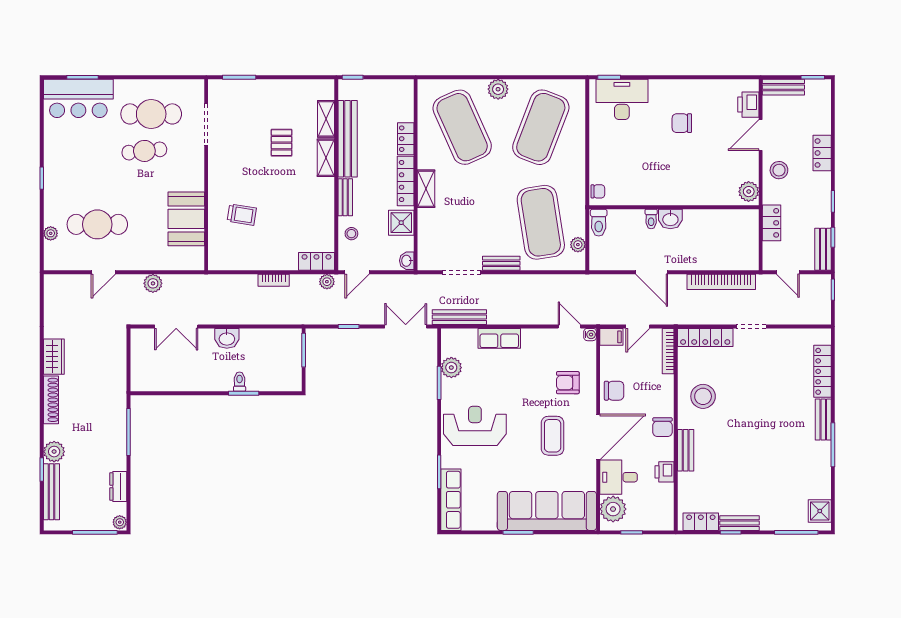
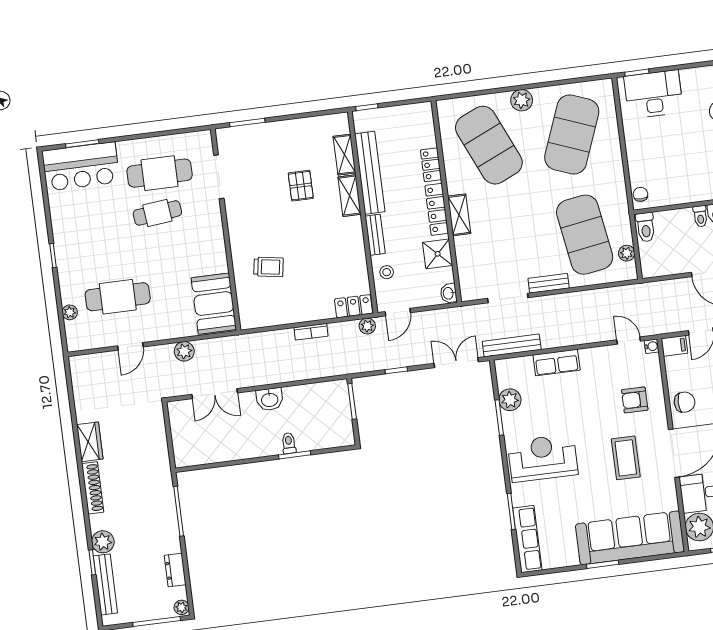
chair: (598, 191) -> (640, 194), turned -90
booth: (186, 219) -> (214, 304), moved

